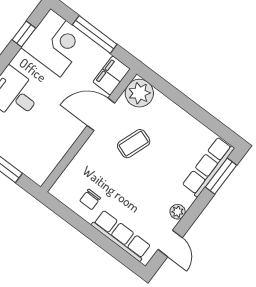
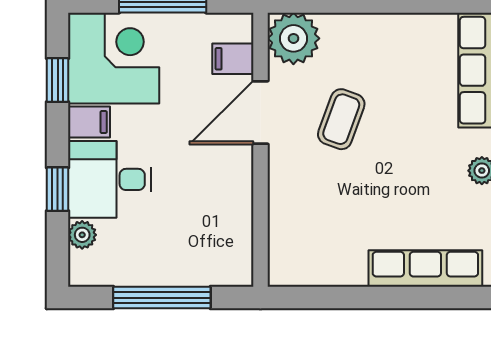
filing cabinet: (24, 62) -> (89, 122), added
filing cabinet: (112, 75) -> (233, 59), width x0.50
chair: (90, 199) -> (339, 250), removed

